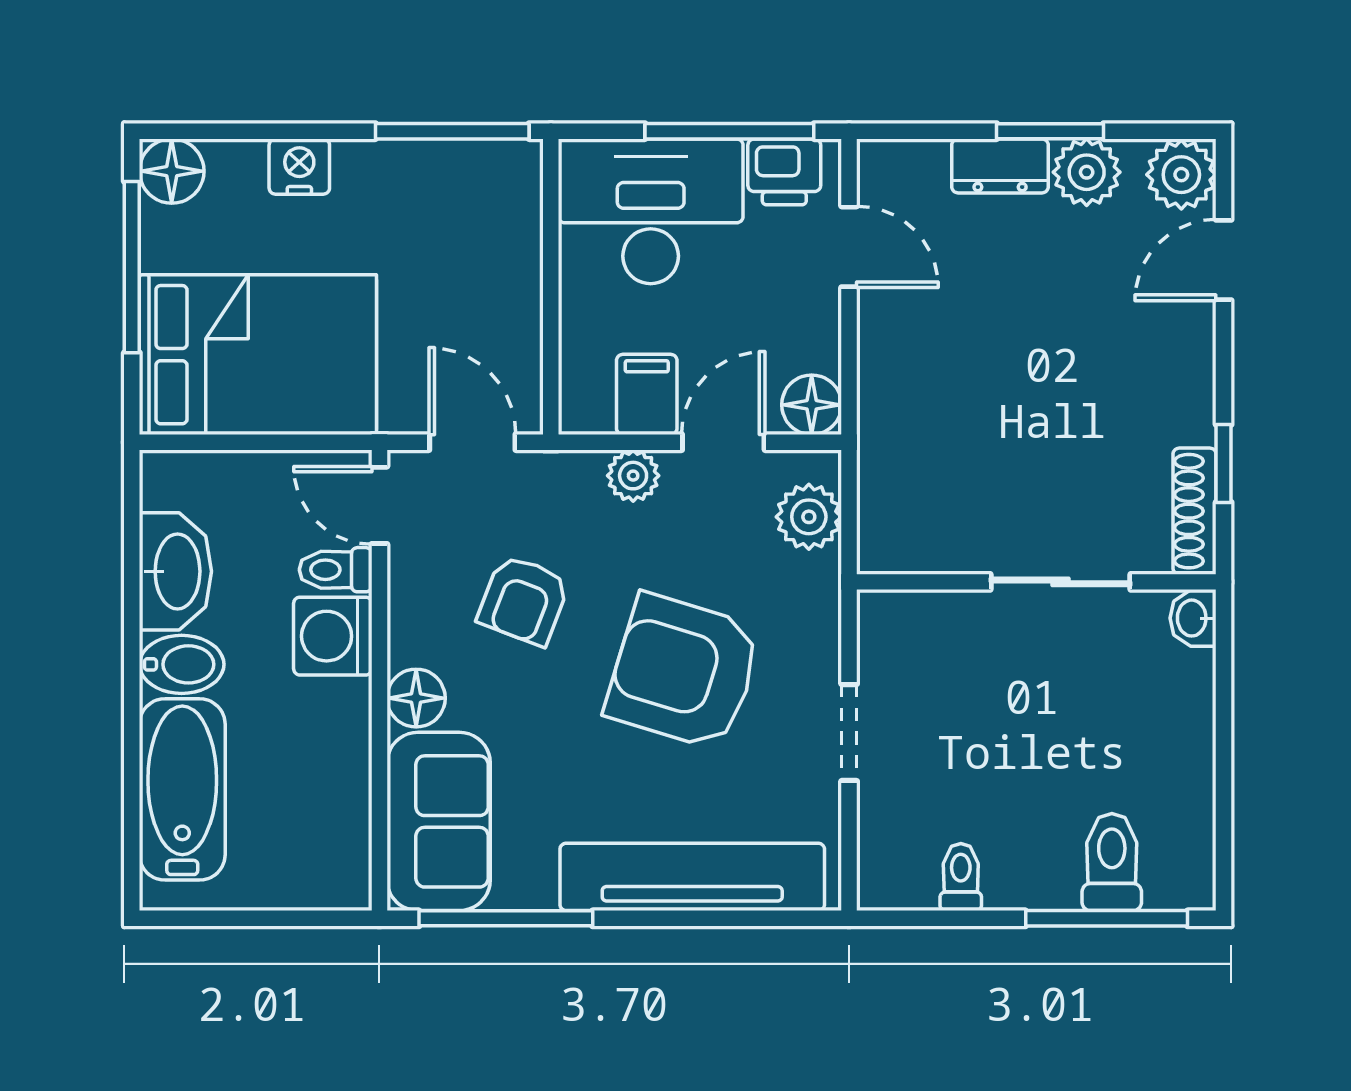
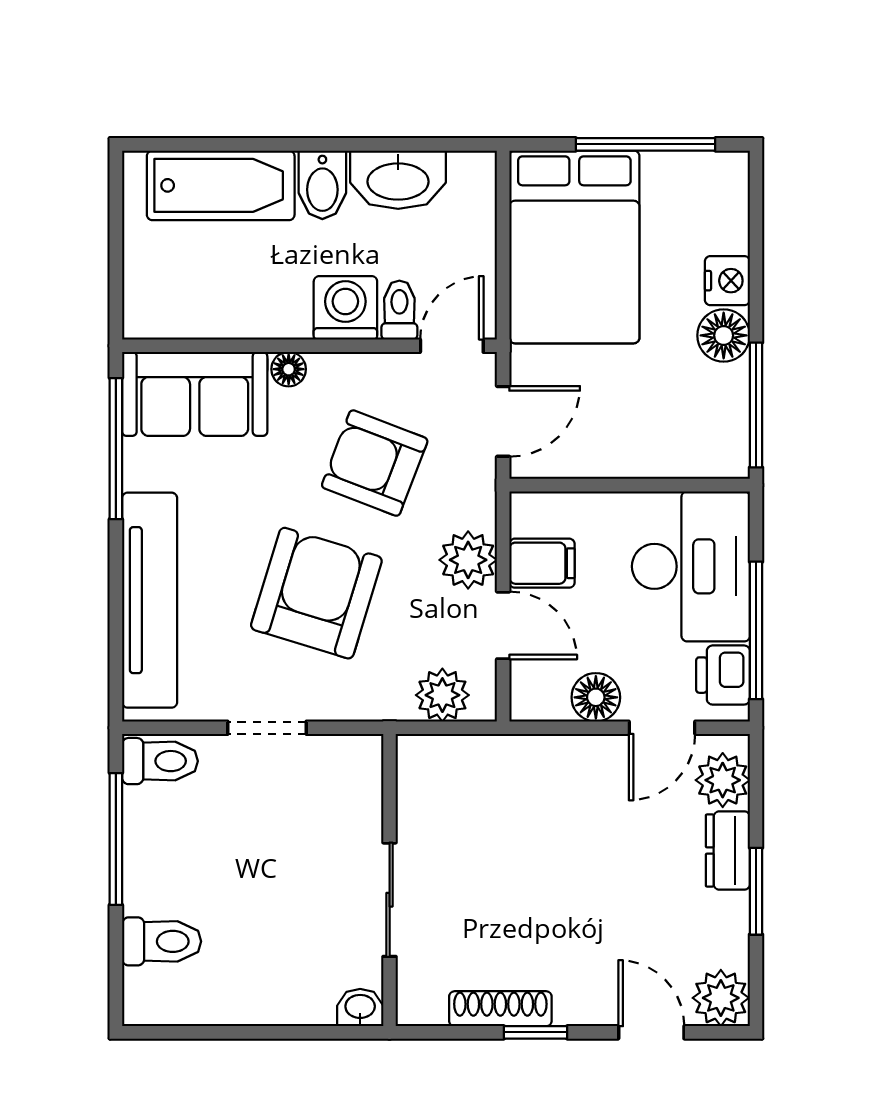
floor lamp: (172, 171) -> (724, 335), moved
plant: (1087, 172) -> (723, 780), moved
floor lamp: (812, 405) -> (596, 697), moved
window: (1224, 463) -> (535, 1032), moved
plant: (633, 476) -> (468, 560), width x1.38, depth x1.38
shoe rack: (1195, 511) -> (500, 1009), moved
armchair: (524, 600) -> (375, 463), width x1.38, depth x1.38
floor lamp: (416, 698) -> (289, 369), width x0.73, depth x0.73
toilet: (961, 877) -> (160, 761), moved, width x1.37, depth x1.39
window: (1107, 918) -> (116, 839), moved

